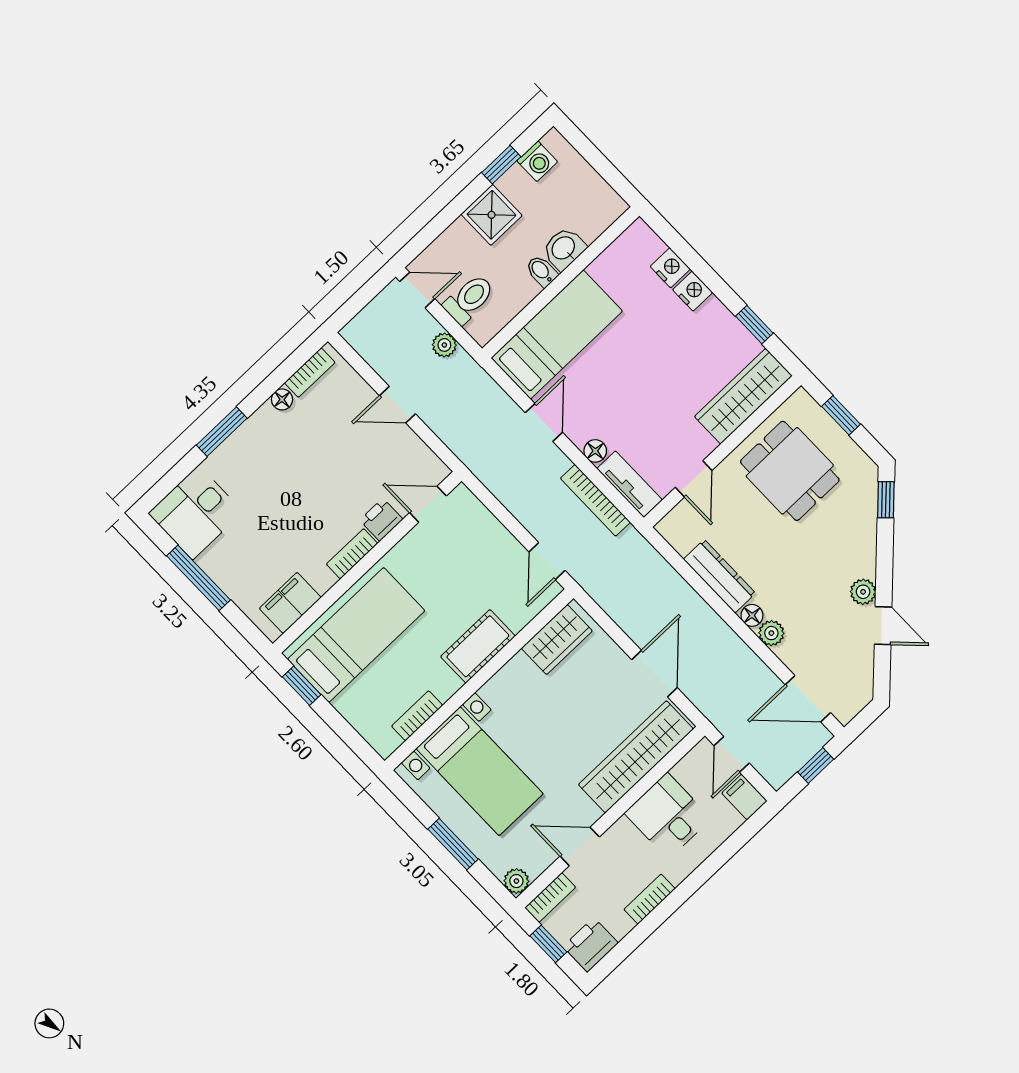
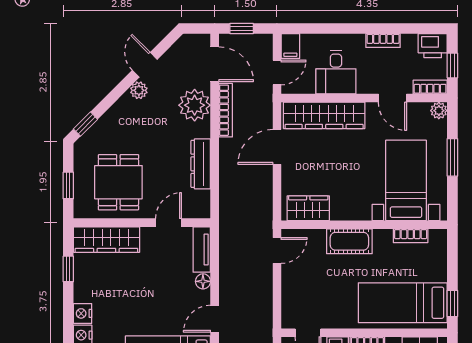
bookcase: (595, 500) -> (226, 110), moved
floor lamp: (752, 615) -> (203, 130), removed
plant: (771, 633) -> (195, 105), width x1.87, depth x1.87

